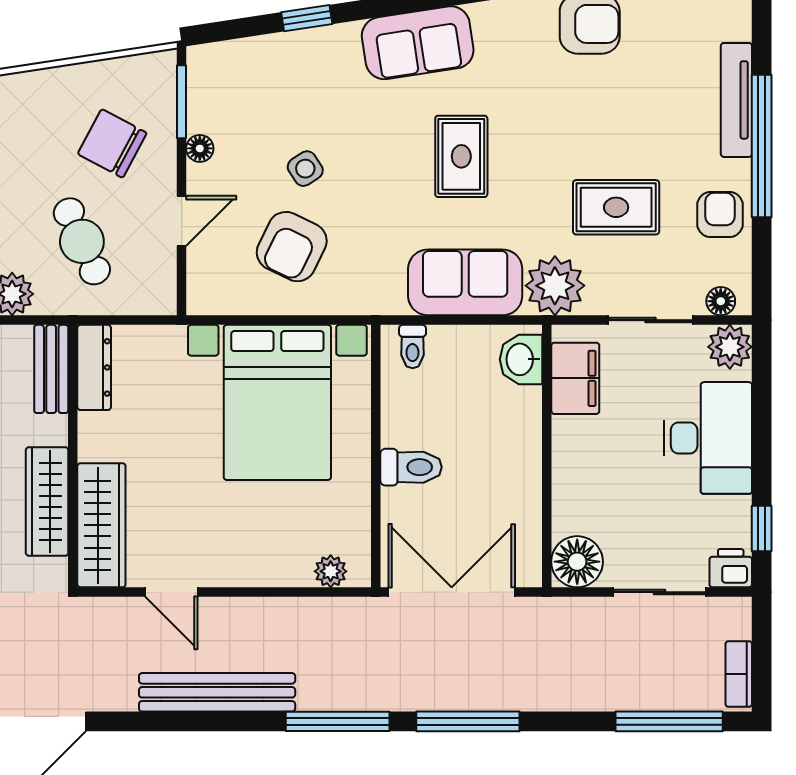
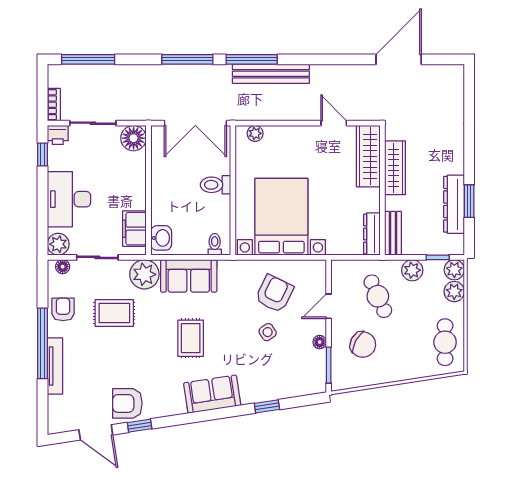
armchair: (720, 215) -> (63, 309), turned 180
bookcase: (739, 674) -> (54, 105), moved
bench: (217, 692) -> (271, 74), moved

